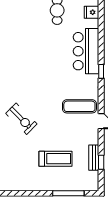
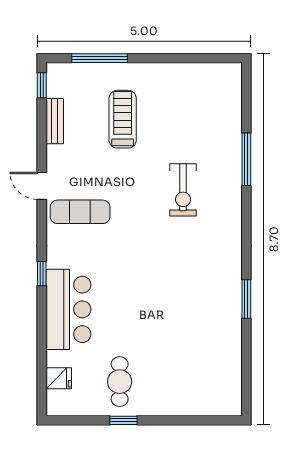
exercise bike: (21, 119) -> (183, 190), turned -135
treadmill: (55, 159) -> (123, 119), turned 90
window: (101, 162) -> (42, 85), moved

